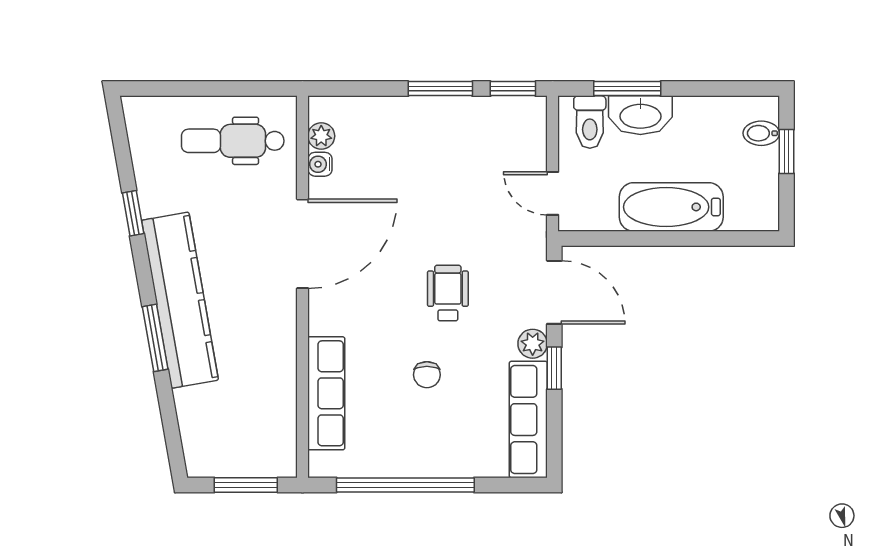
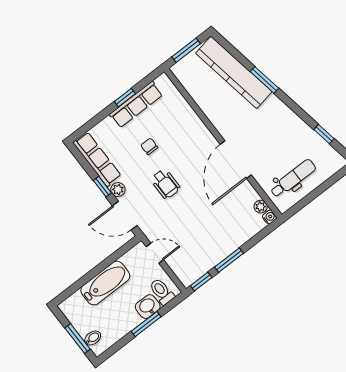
window: (627, 89) -> (146, 324), moved
washbasin: (640, 115) -> (148, 307), width x0.72
window: (786, 152) -> (78, 338), width x1.50
water cooler: (320, 164) -> (269, 217), moved
window: (133, 213) -> (324, 134), moved
kitchen counter: (180, 300) -> (234, 72), moved
row of seats: (326, 393) -> (136, 105), moved, turned -90
window: (405, 485) -> (125, 98), width x0.32

